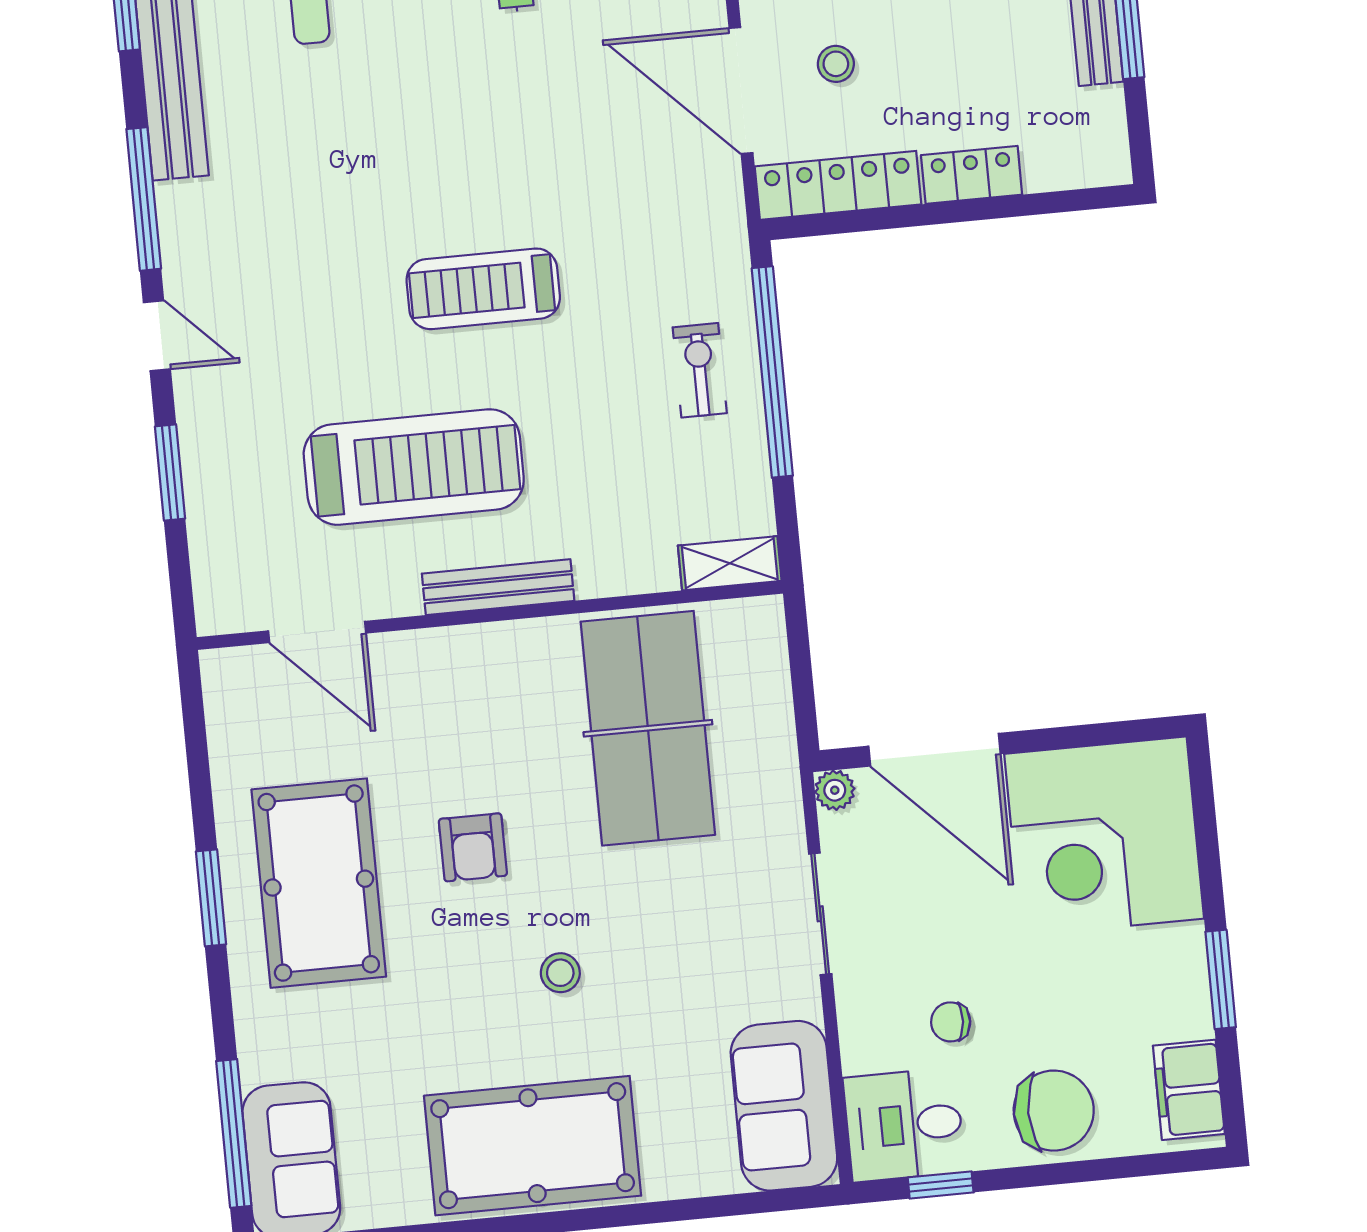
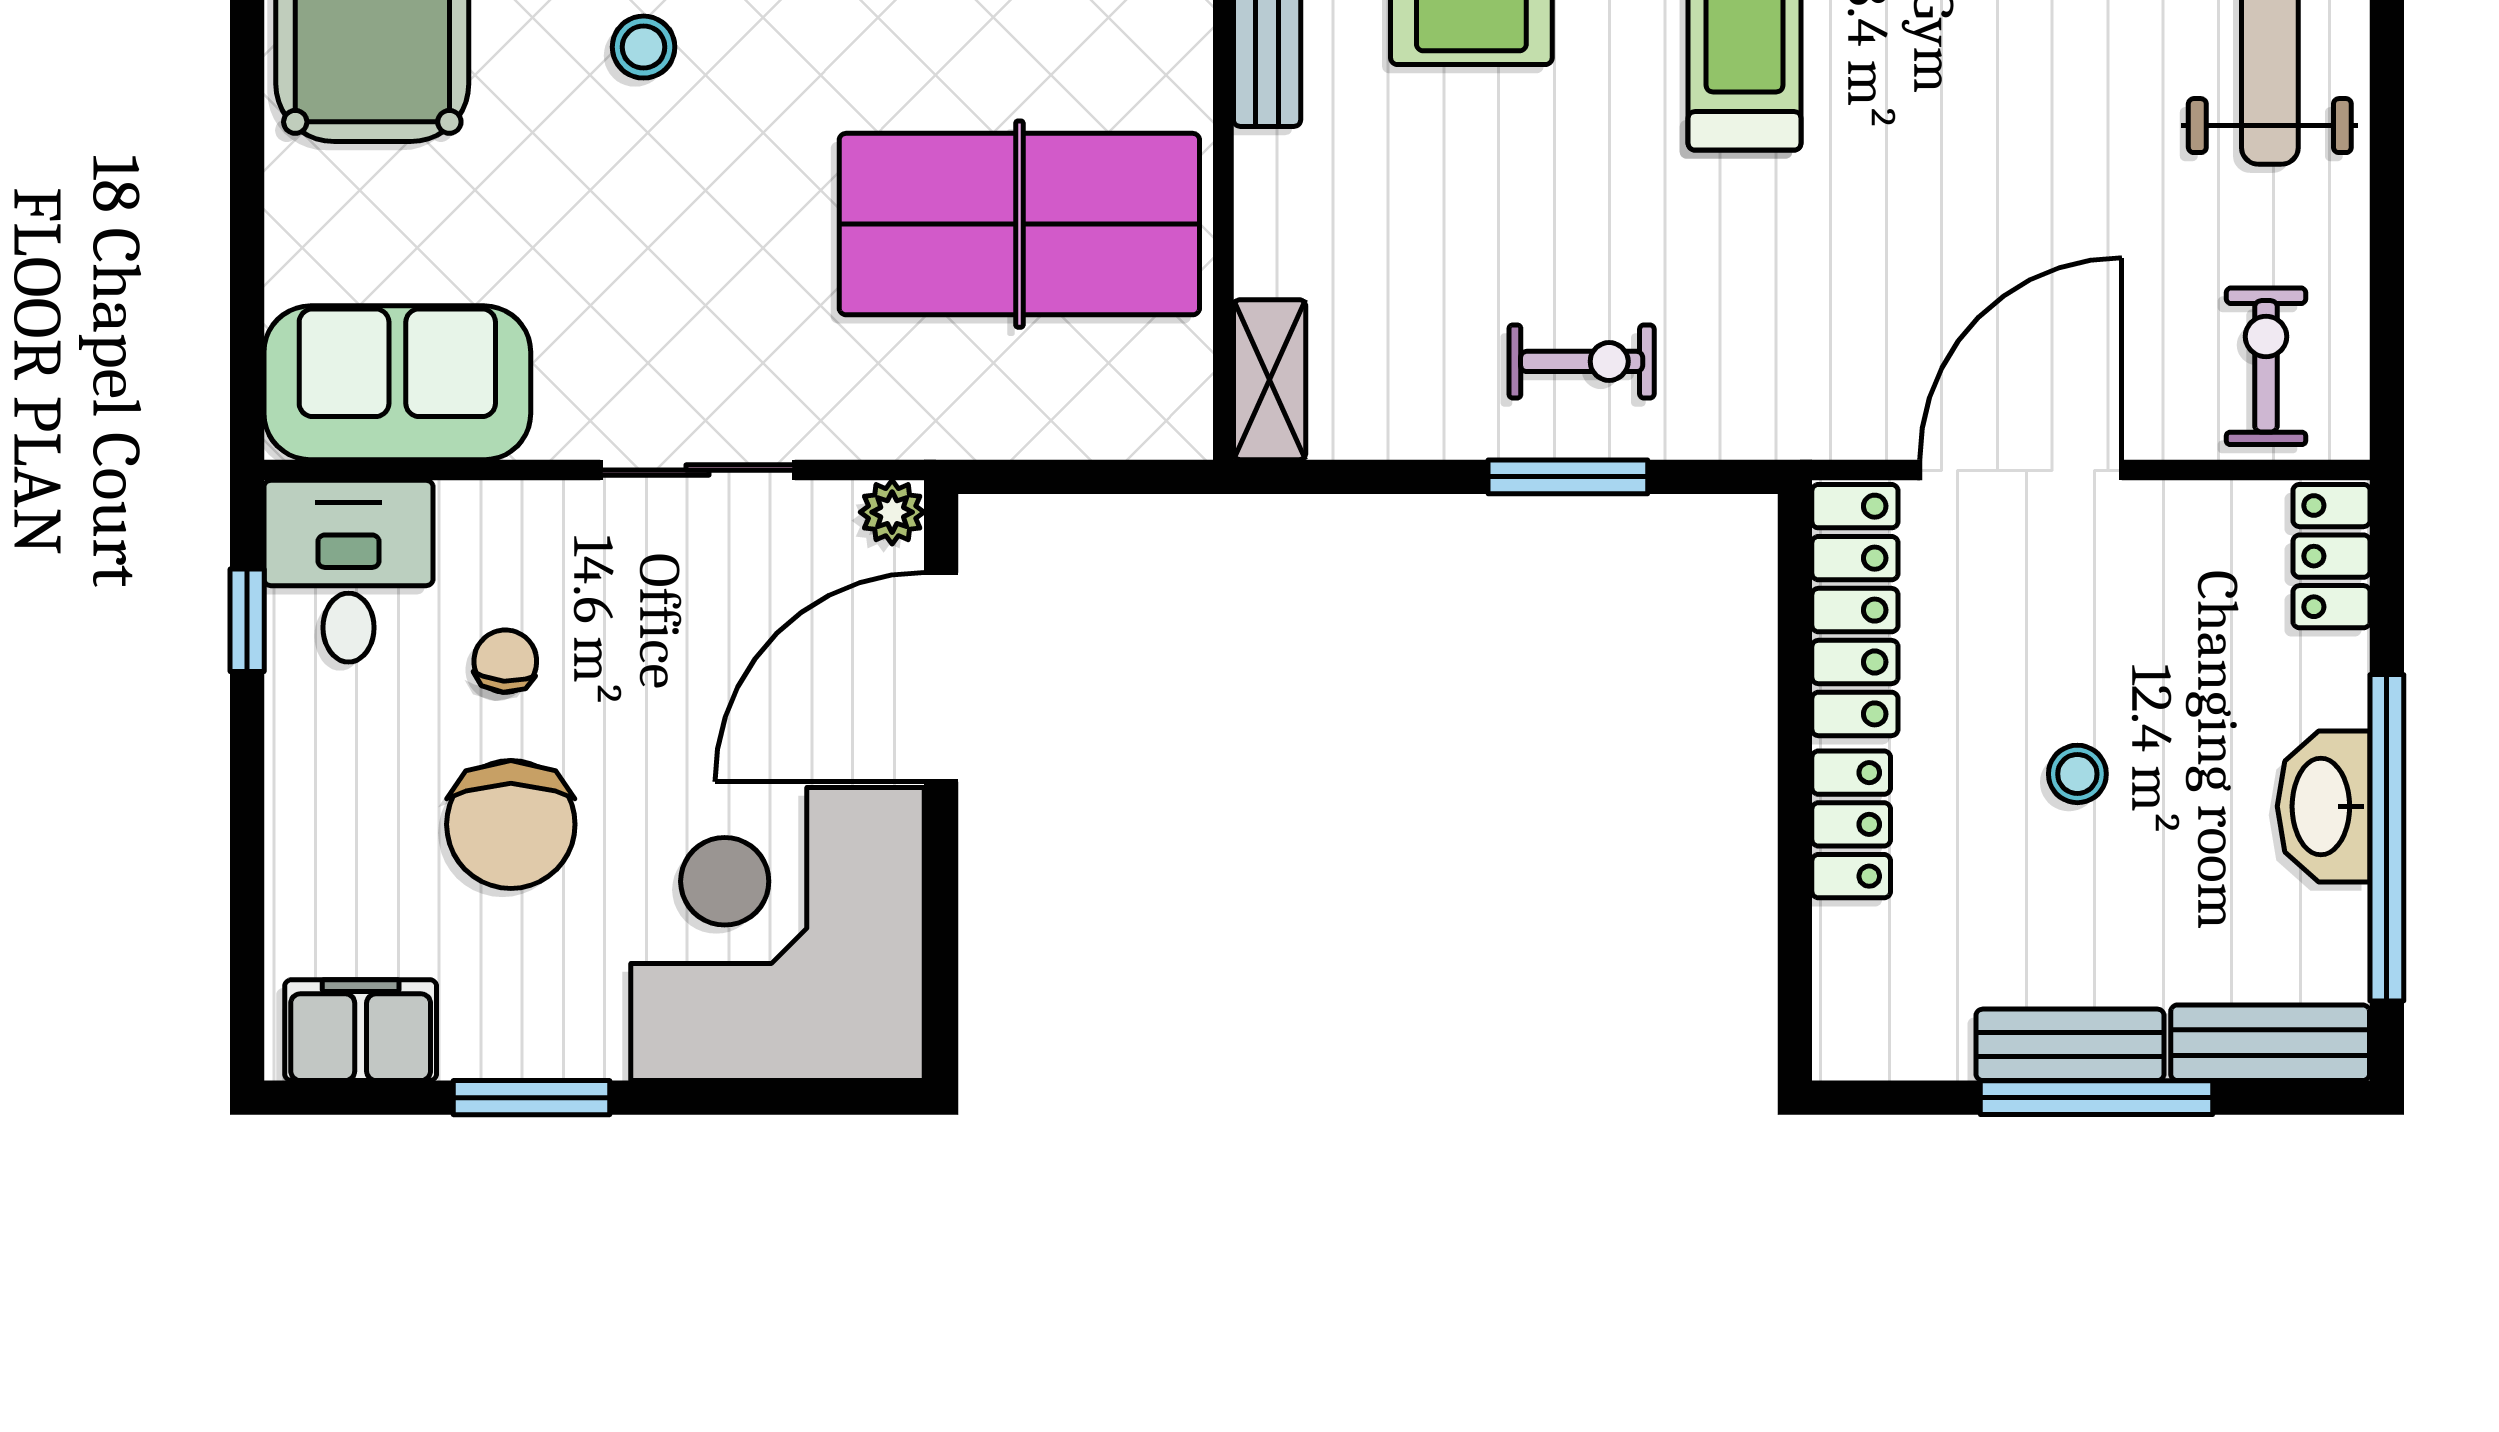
stool: (836, 64) -> (2077, 774), moved
window: (772, 372) -> (1568, 477), width x0.47
chair: (1054, 1111) -> (511, 824), moved

